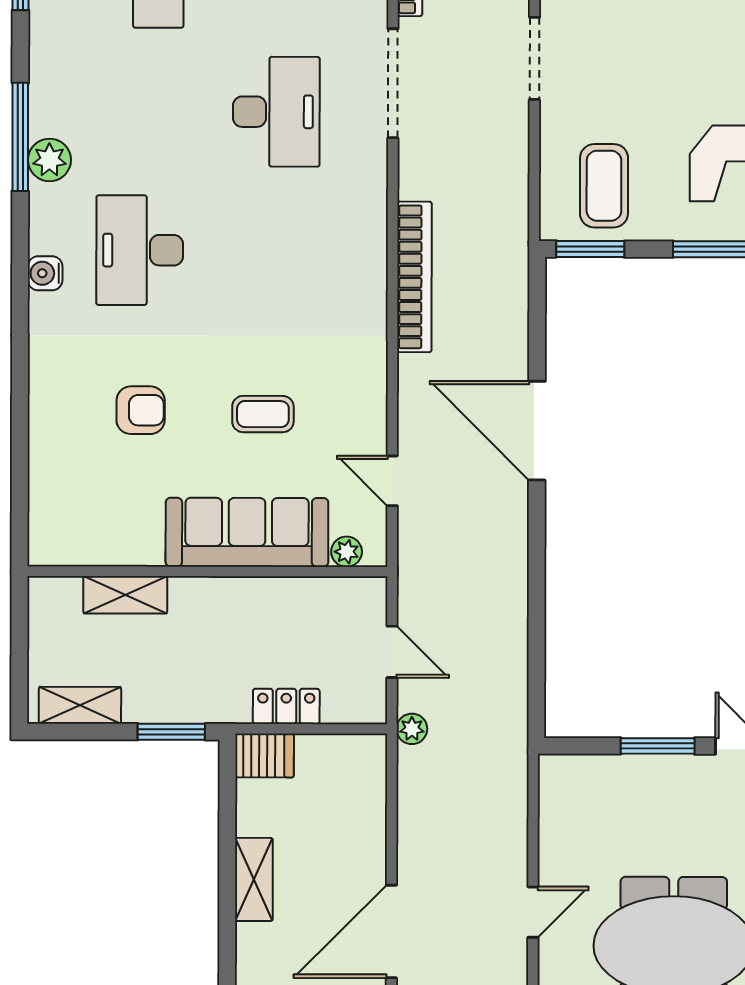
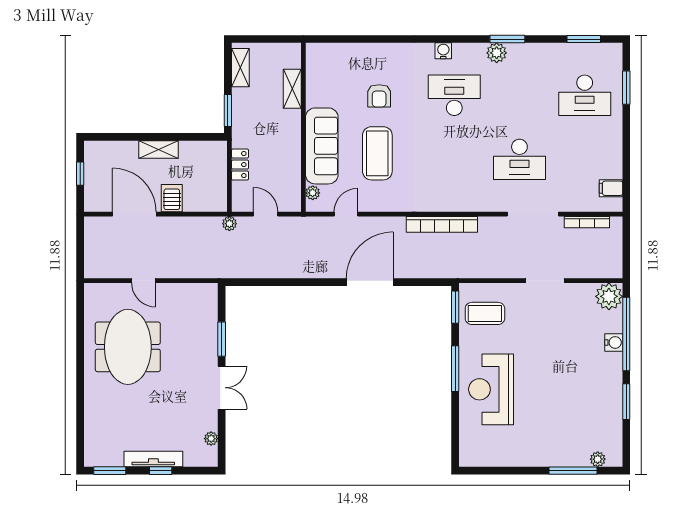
window: (20, 137) -> (507, 39), width x0.69
coffee table: (263, 414) -> (377, 153), width x1.86, depth x1.72
door: (392, 652) -> (266, 214), swing flipped
server rack: (265, 755) -> (172, 198), moved, turned 180

